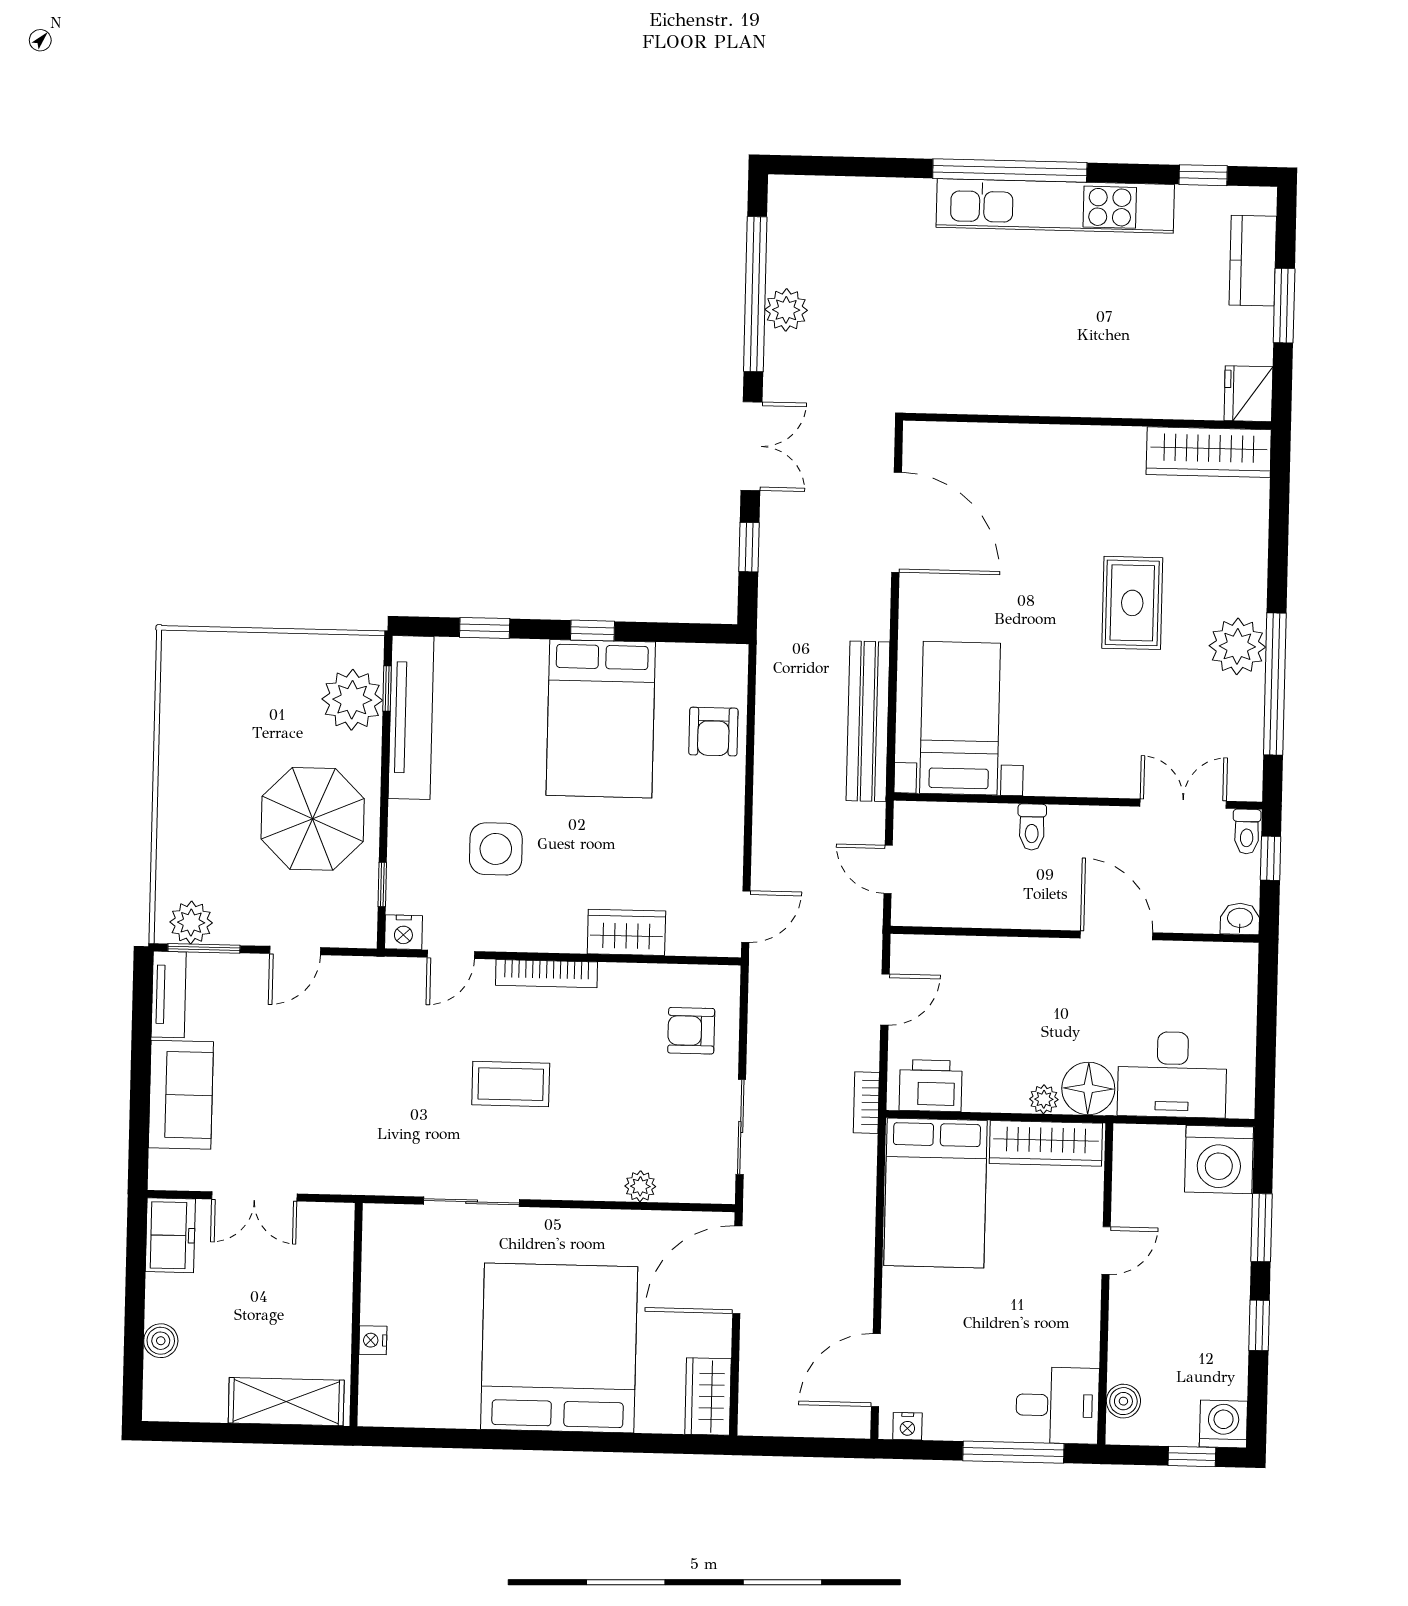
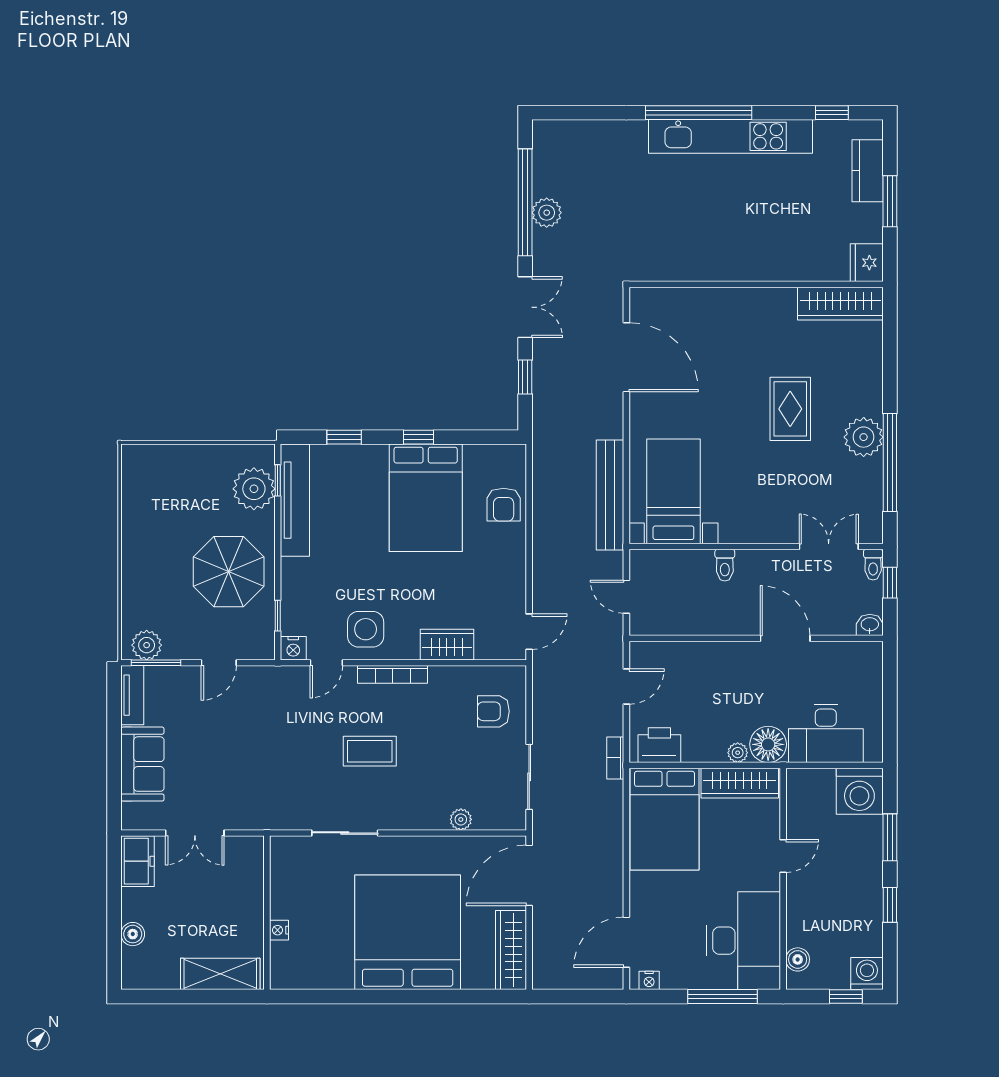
side table: (496, 849) -> (366, 629), moved
wardrobe: (708, 1396) -> (511, 950), width x1.50
desk: (1057, 1405) -> (744, 941), width x1.87, depth x1.30

